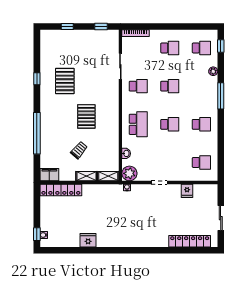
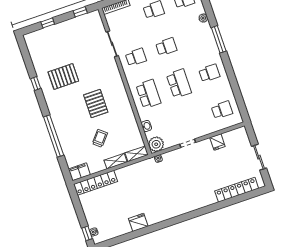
pallet: (65, 81) -> (63, 76), turned 90
school desk: (170, 124) -> (179, 84), width x1.85

